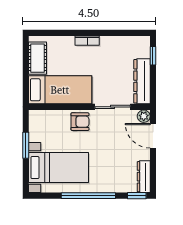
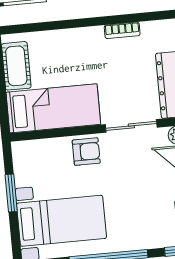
bookcase: (87, 41) -> (122, 30), moved

